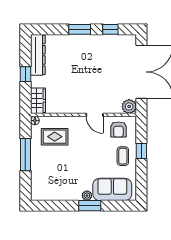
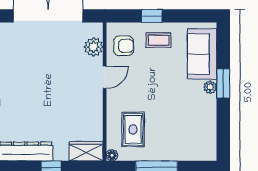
plant: (129, 106) -> (93, 47), moved

